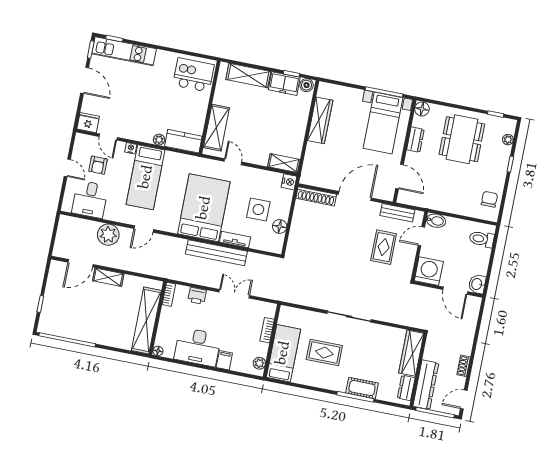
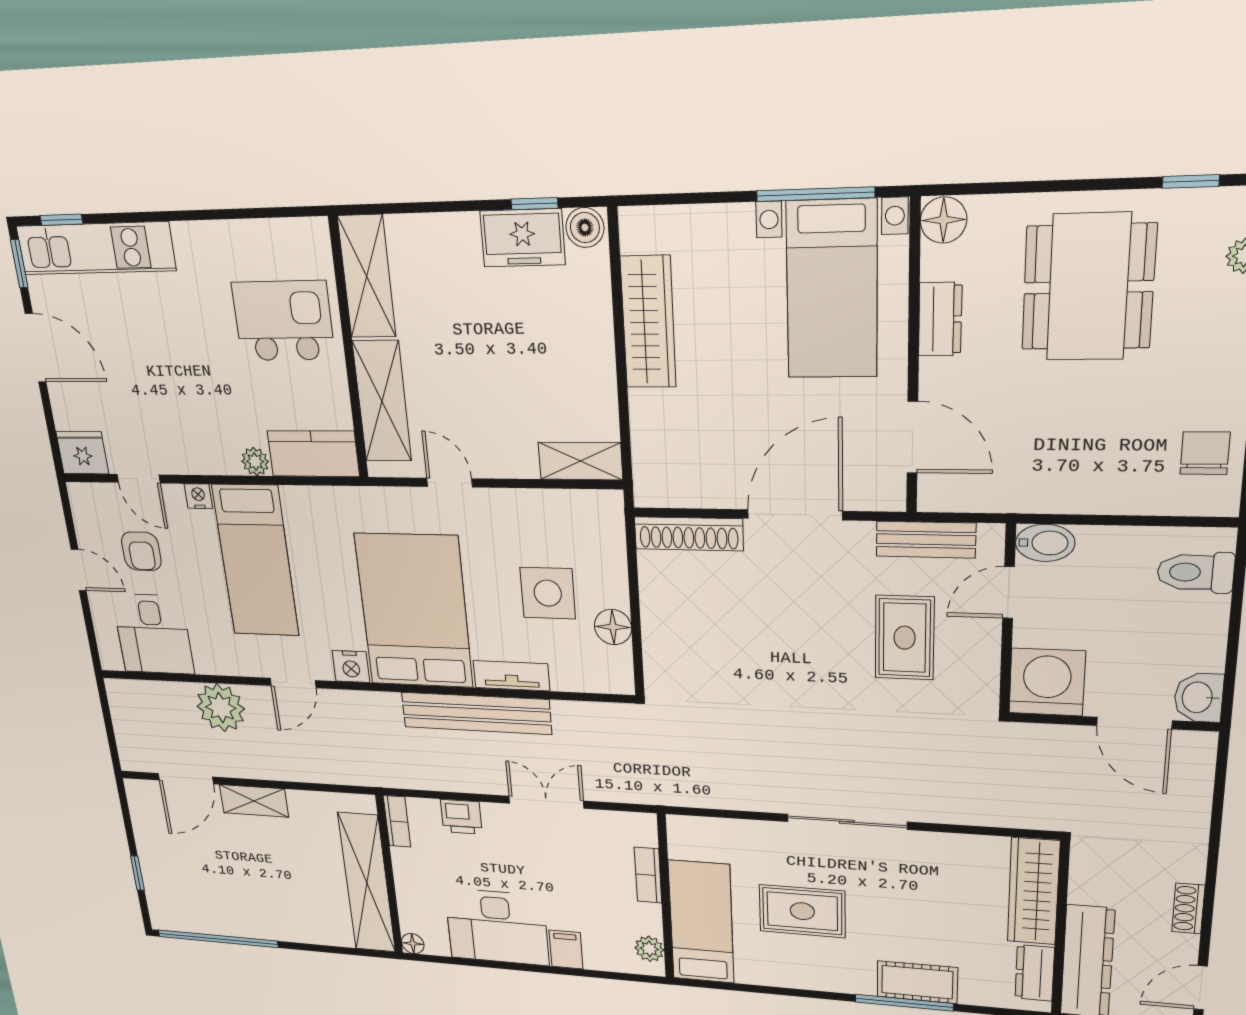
kitchen island: (194, 75) -> (283, 321), moved
shelving: (248, 76) -> (367, 277), moved, turned 90
nightstand: (289, 182) -> (351, 666), moved, turned 90

